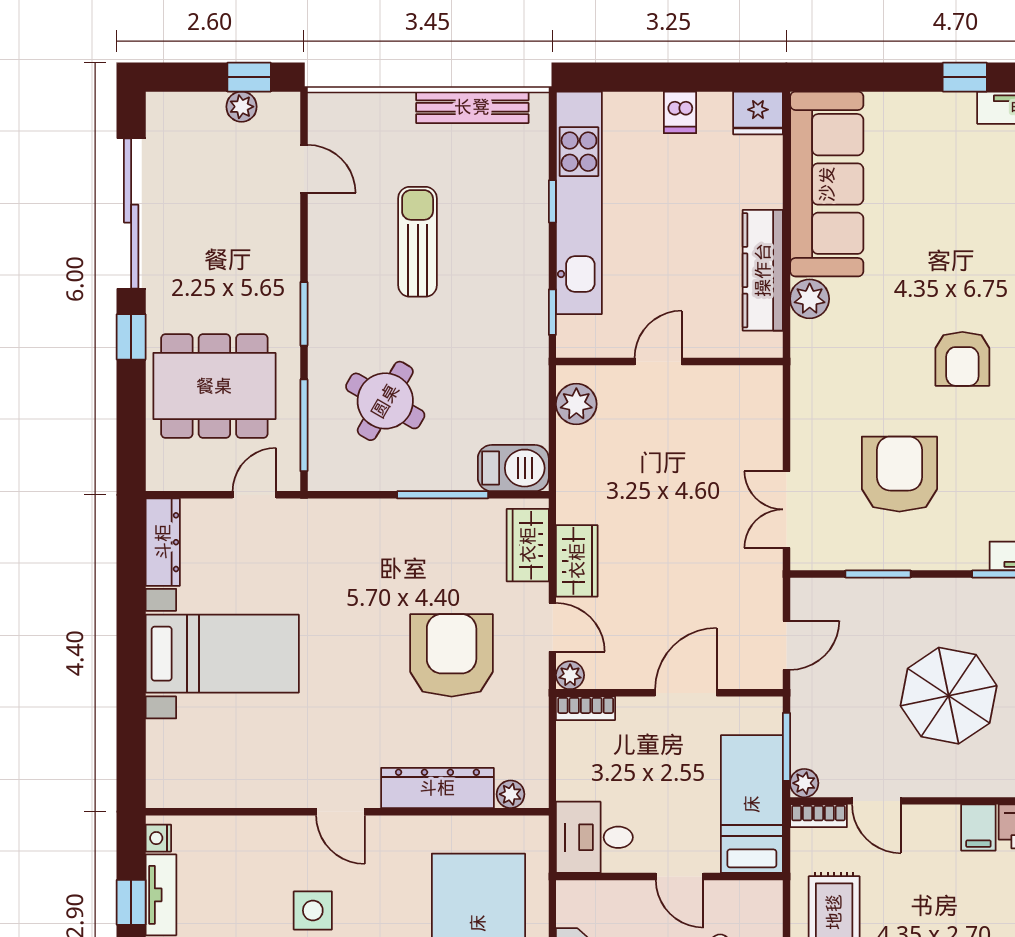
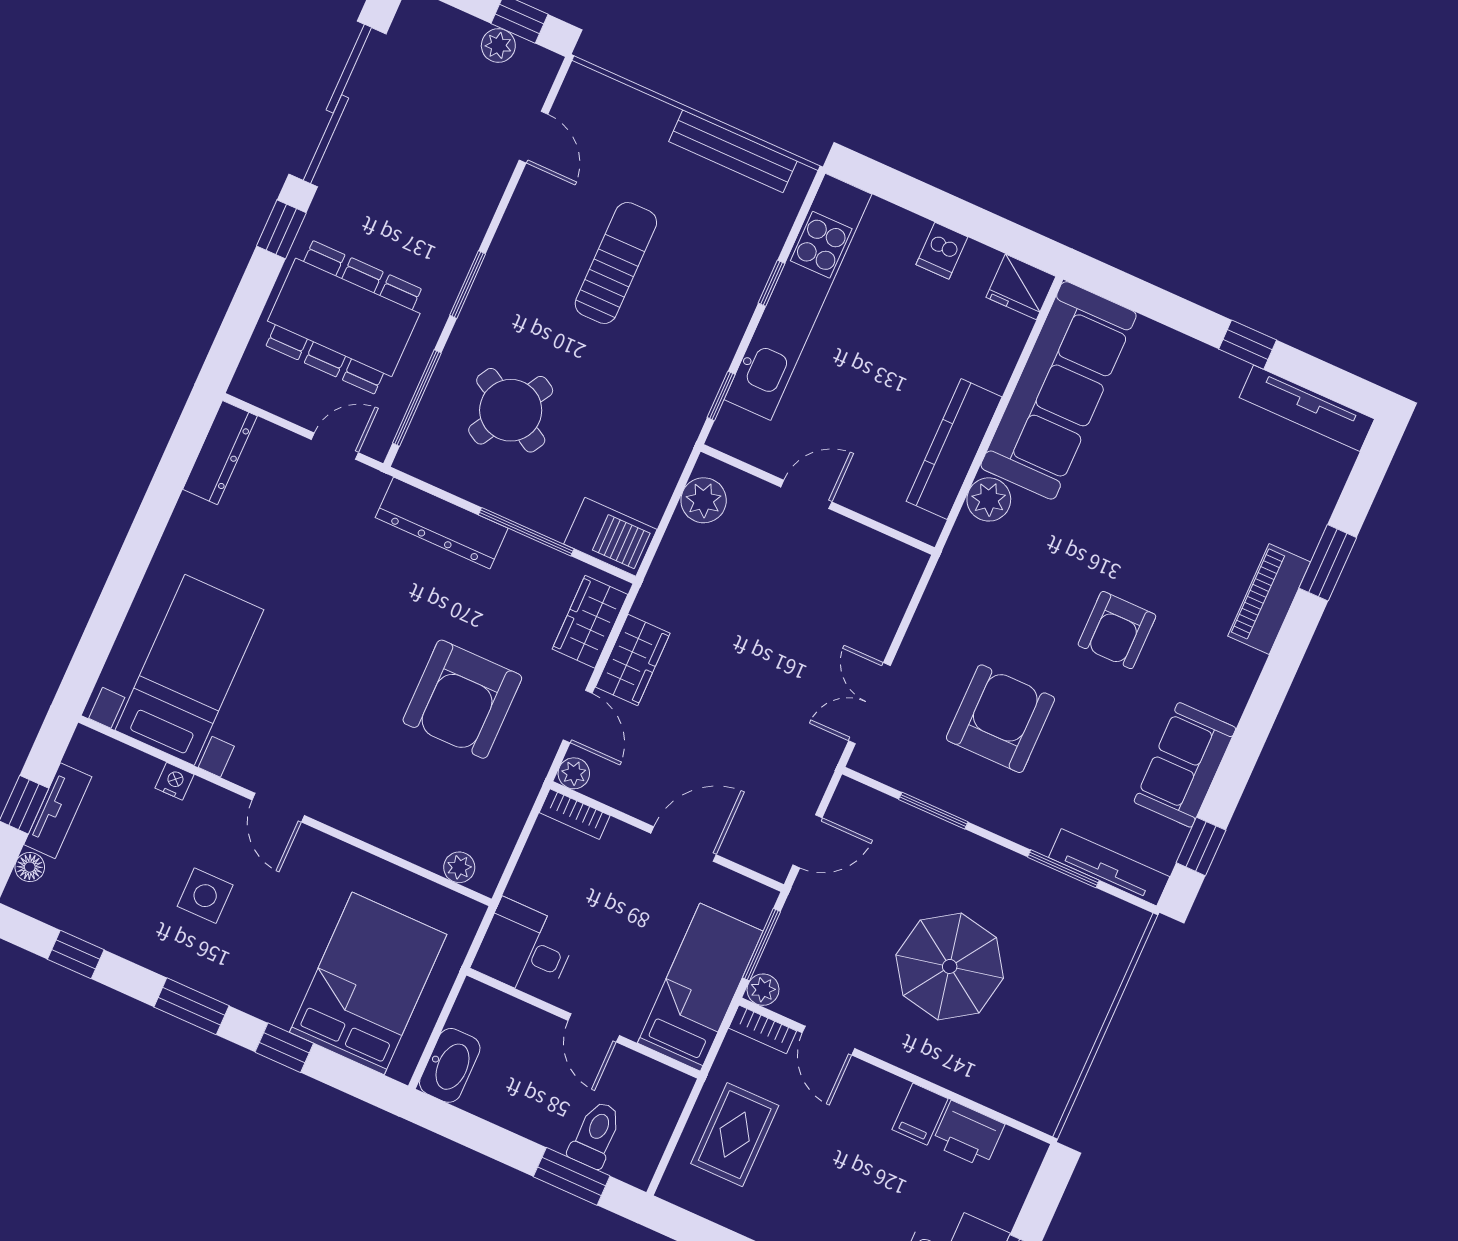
bed with nightstands: (222, 654) -> (189, 670), moved, turned -90
armchair: (452, 655) -> (462, 699), turned 180
dresser: (437, 788) -> (442, 523), moved, turned 180
nightstand: (158, 838) -> (175, 781), moved, turned 90

